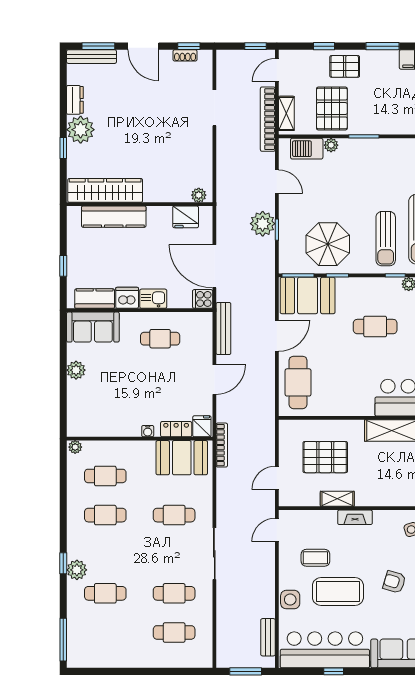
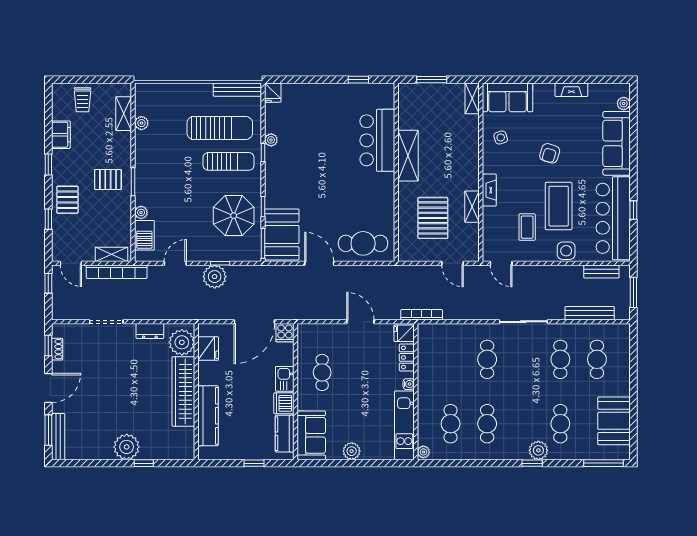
window: (382, 46) -> (48, 164), width x0.67
dresser: (75, 100) -> (150, 331), moved, turned 180
pallet: (332, 109) -> (108, 180), moved, width x0.67, depth x0.71
wardrobe: (105, 190) -> (183, 391), moved
plant: (199, 195) -> (182, 342), width x1.87, depth x1.87
cafe table: (375, 327) -> (311, 171), removed
bench: (223, 328) -> (590, 313), moved
kitchen unit: (104, 427) -> (404, 425), added
booth: (182, 458) -> (614, 421), moved

